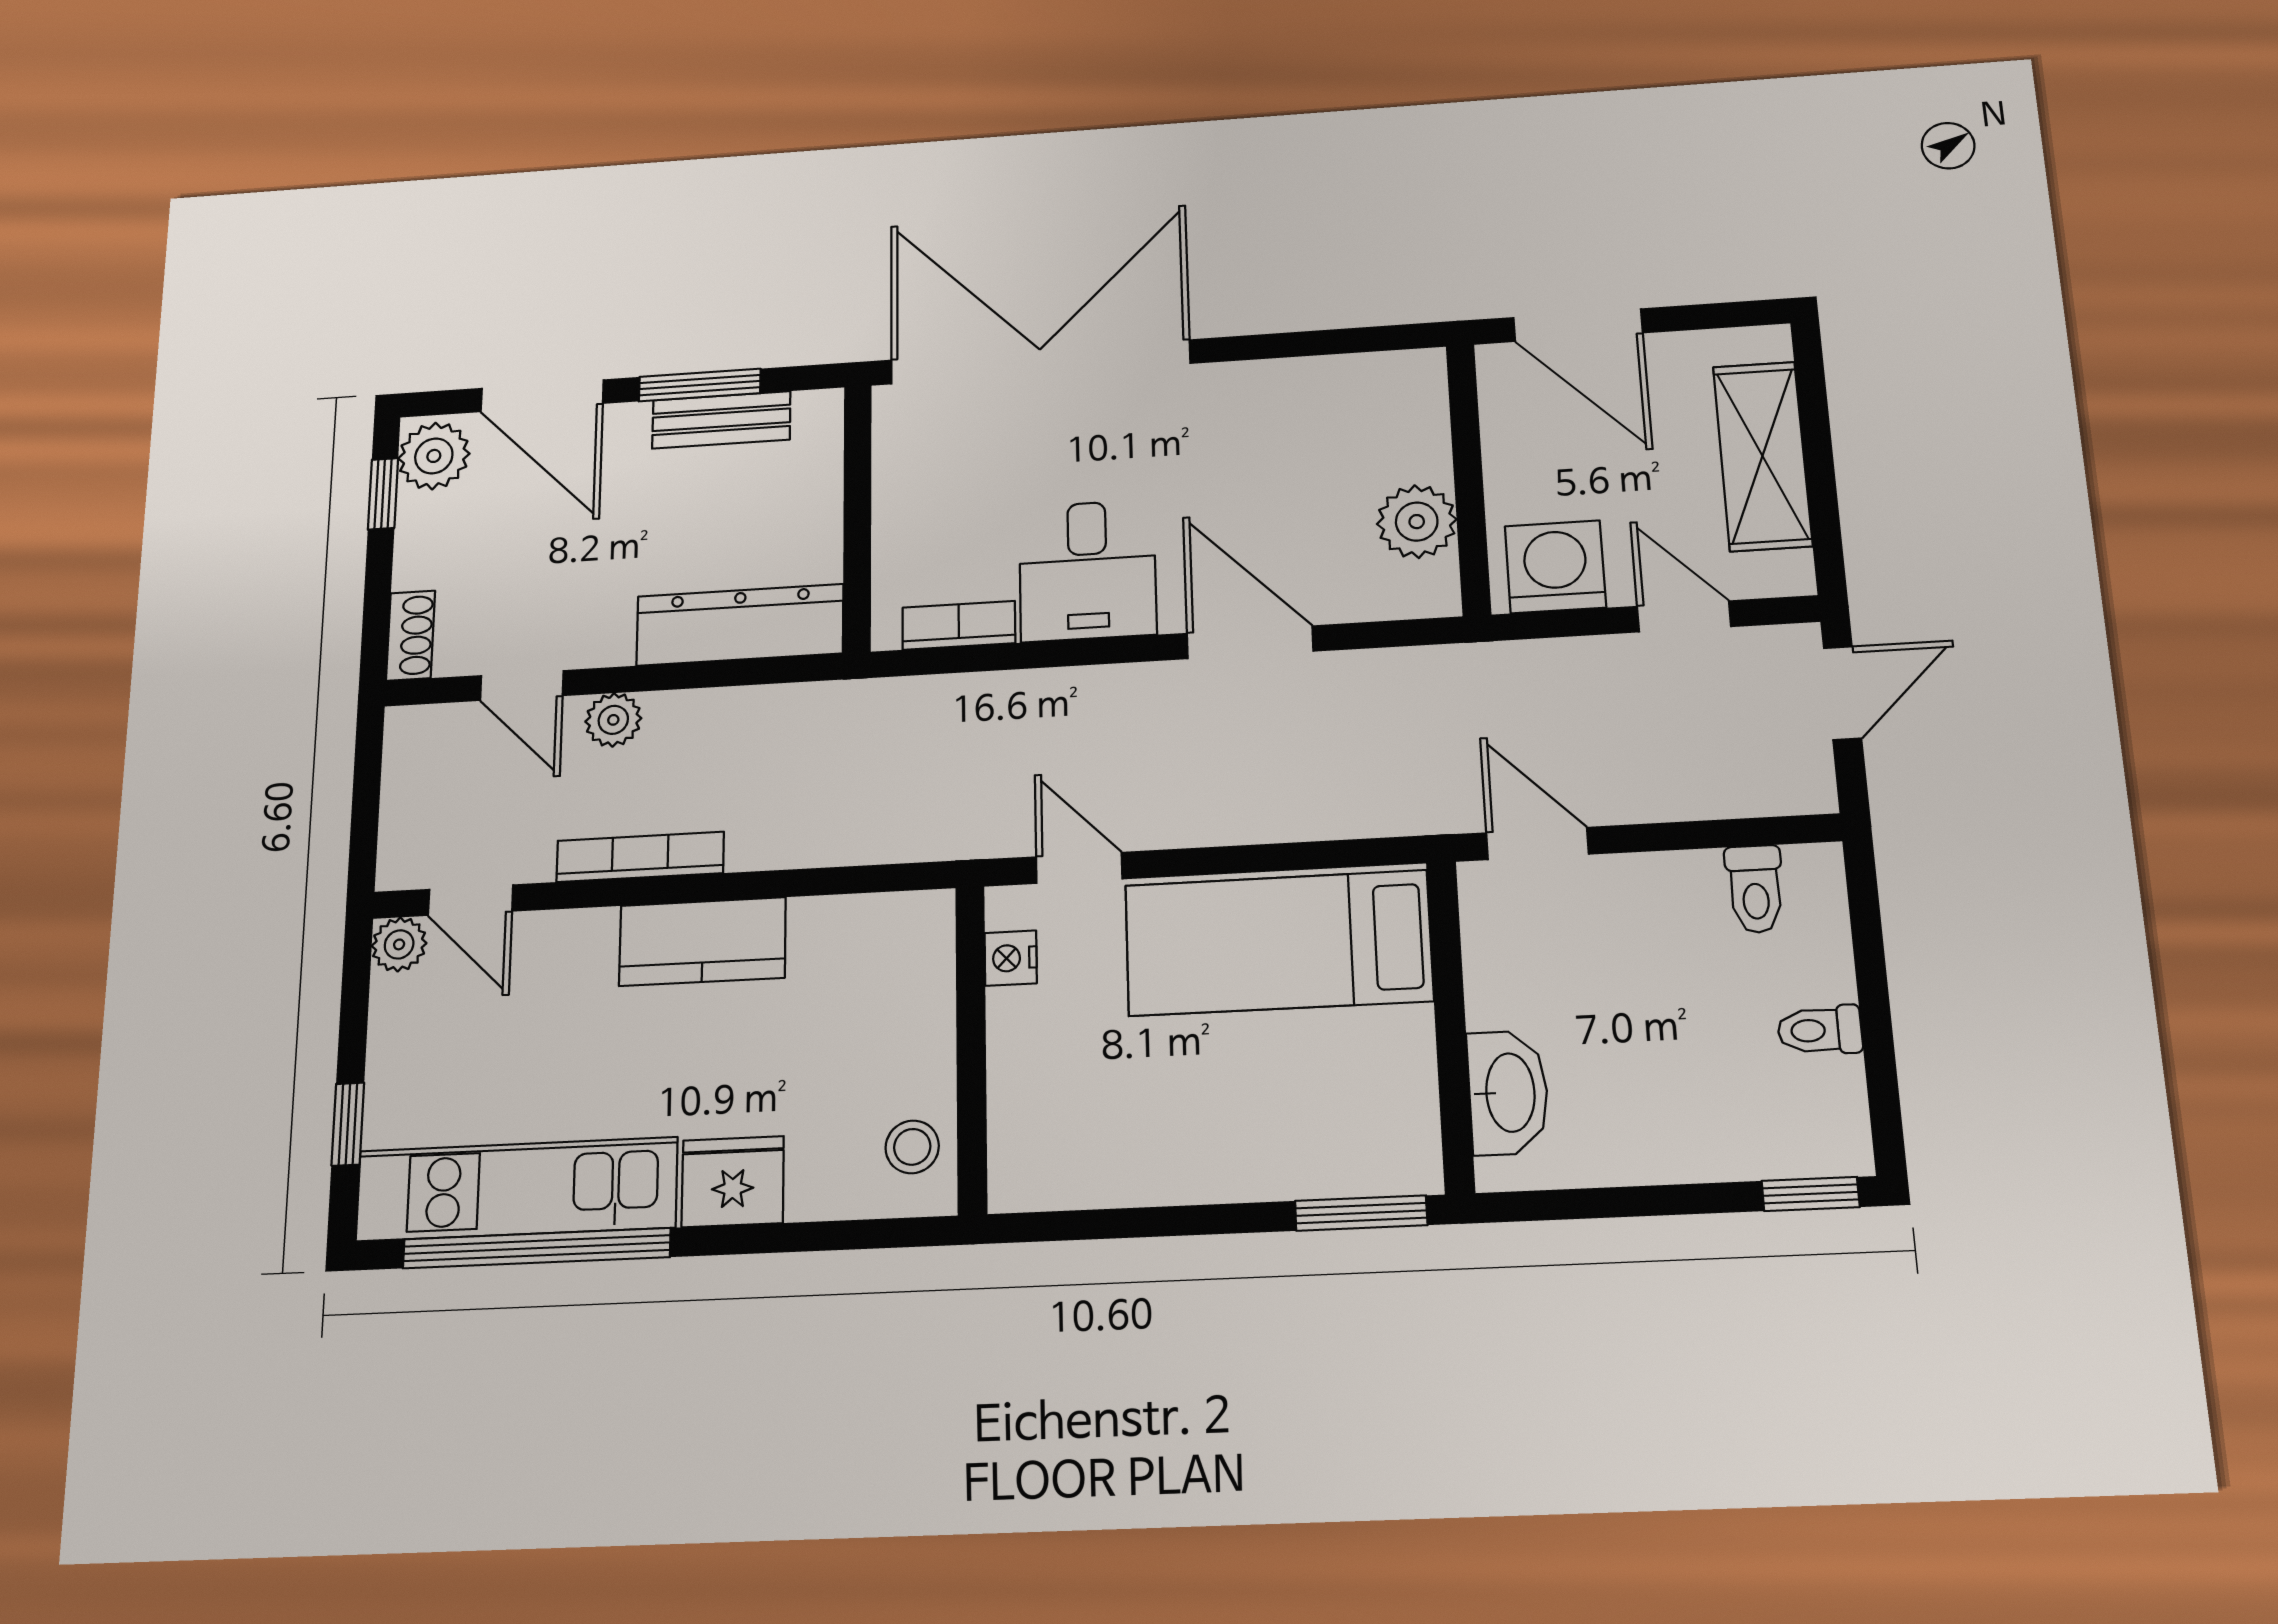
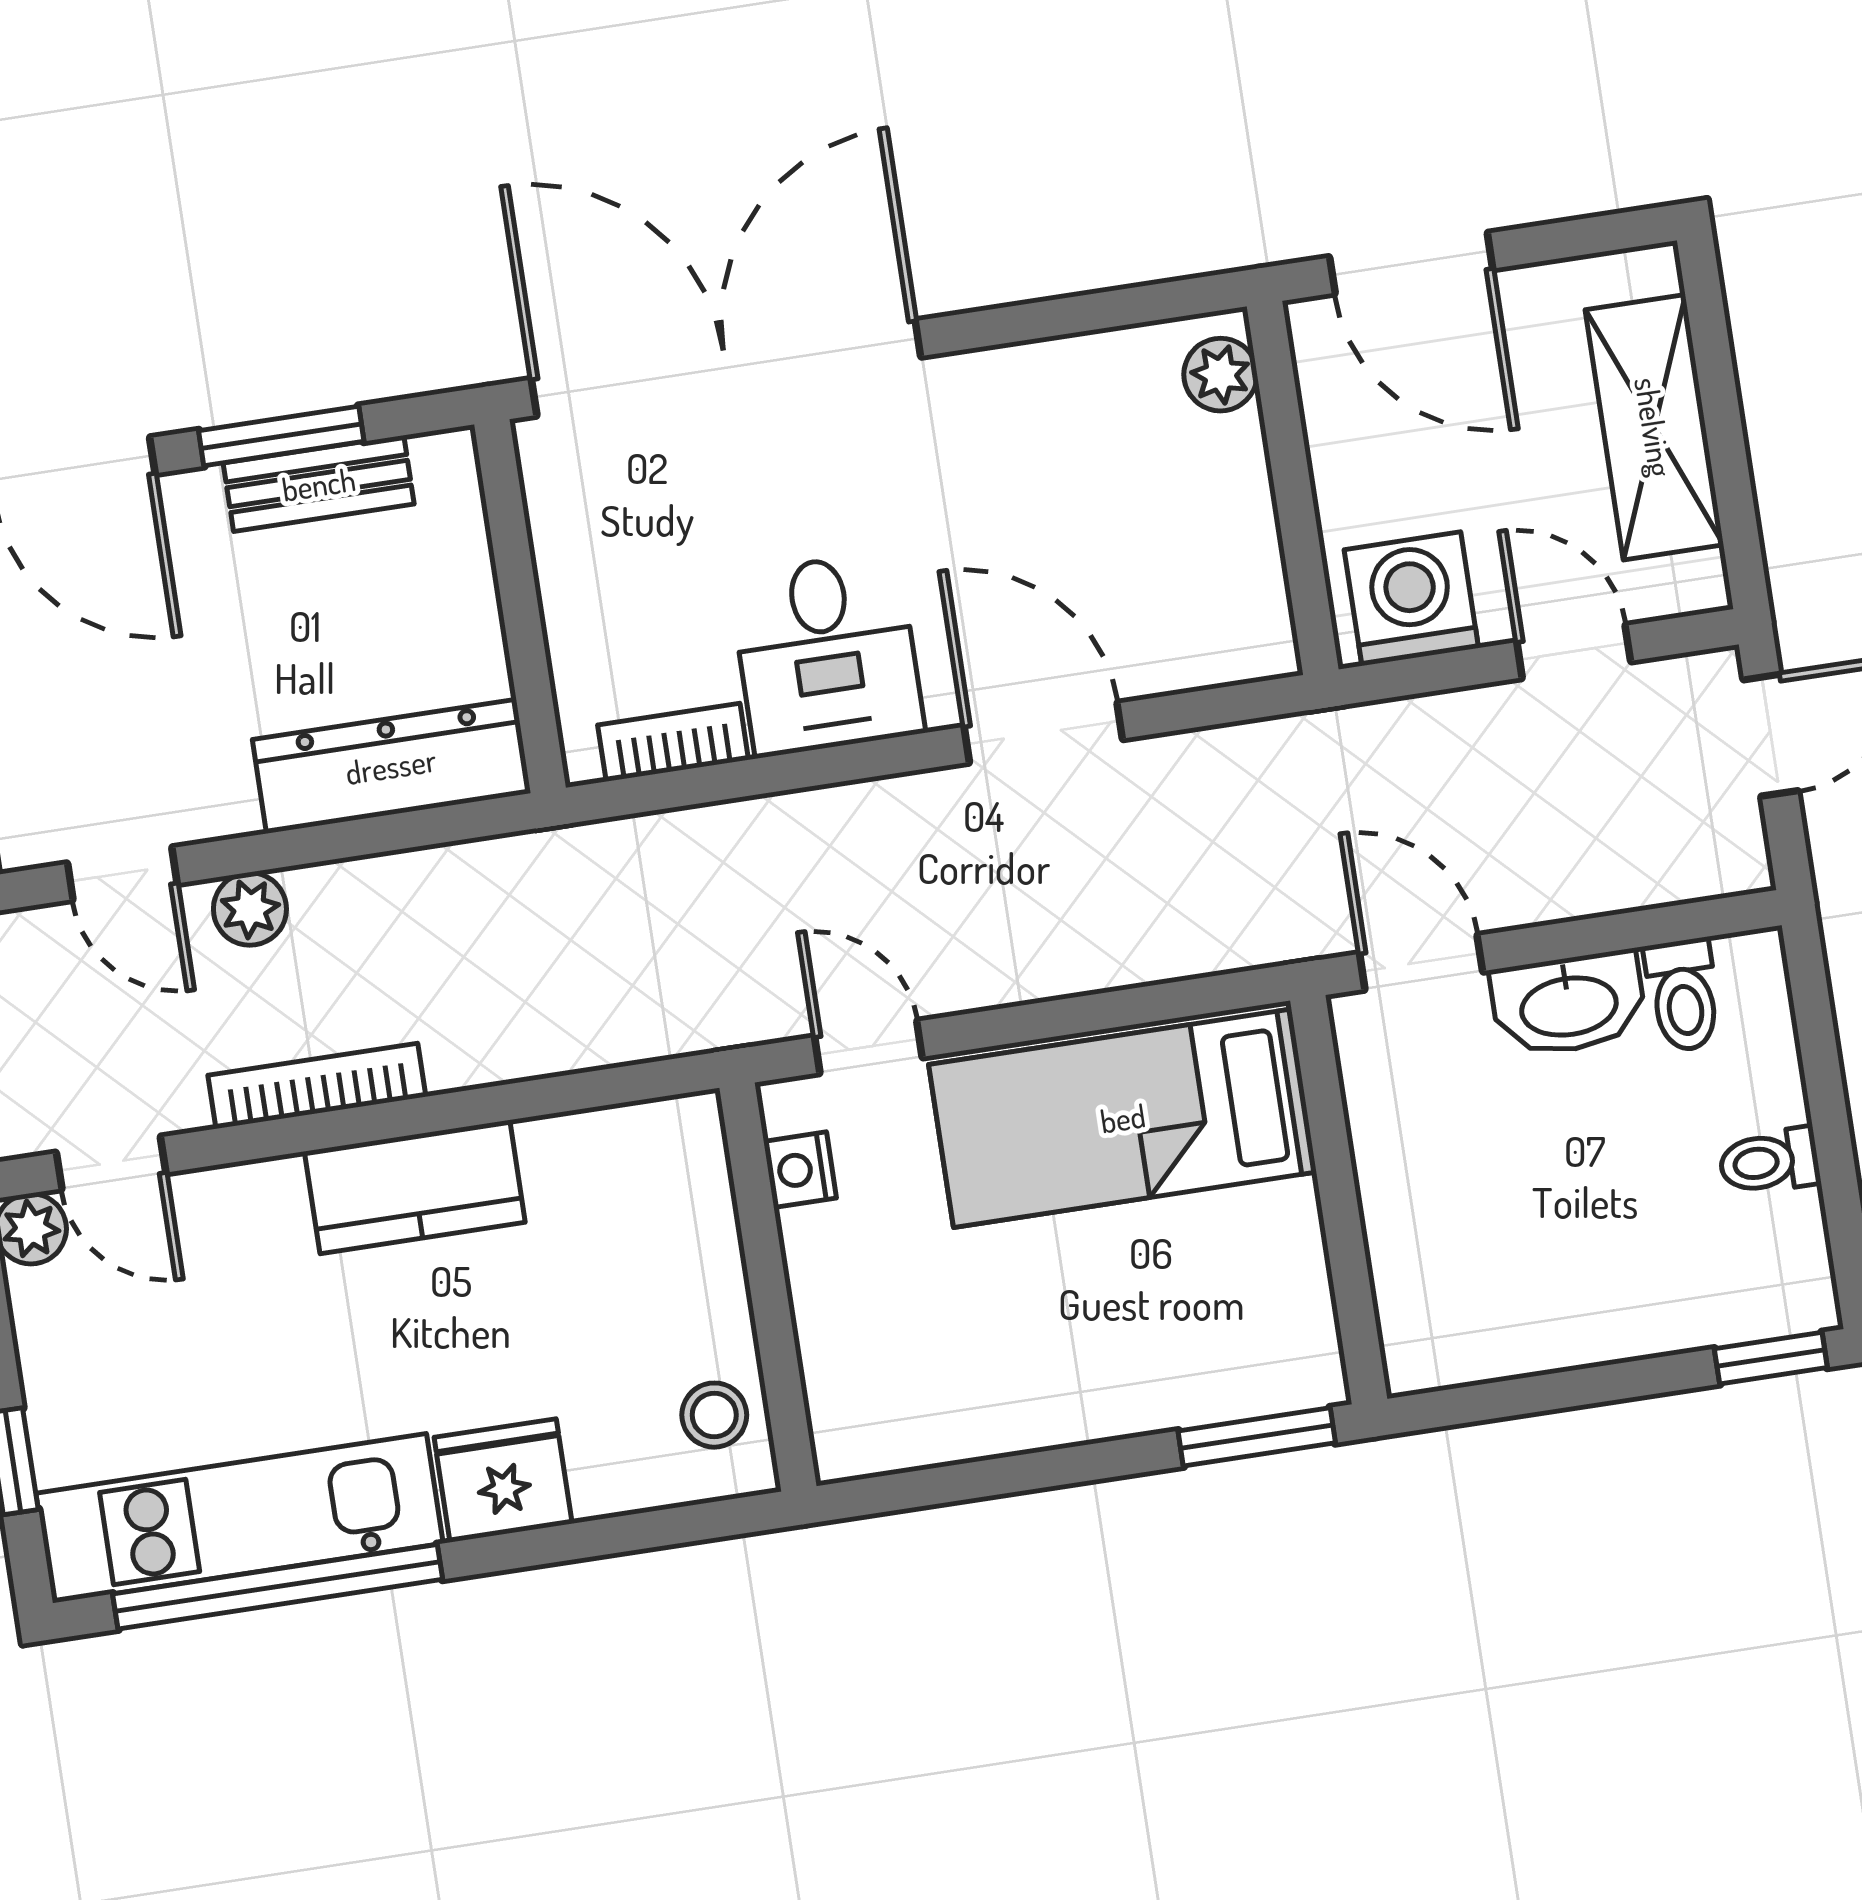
plant: (1417, 522) -> (1220, 375), moved, width x0.73, depth x0.73
washbasin: (1508, 1093) -> (1569, 1004), moved, turned 90

